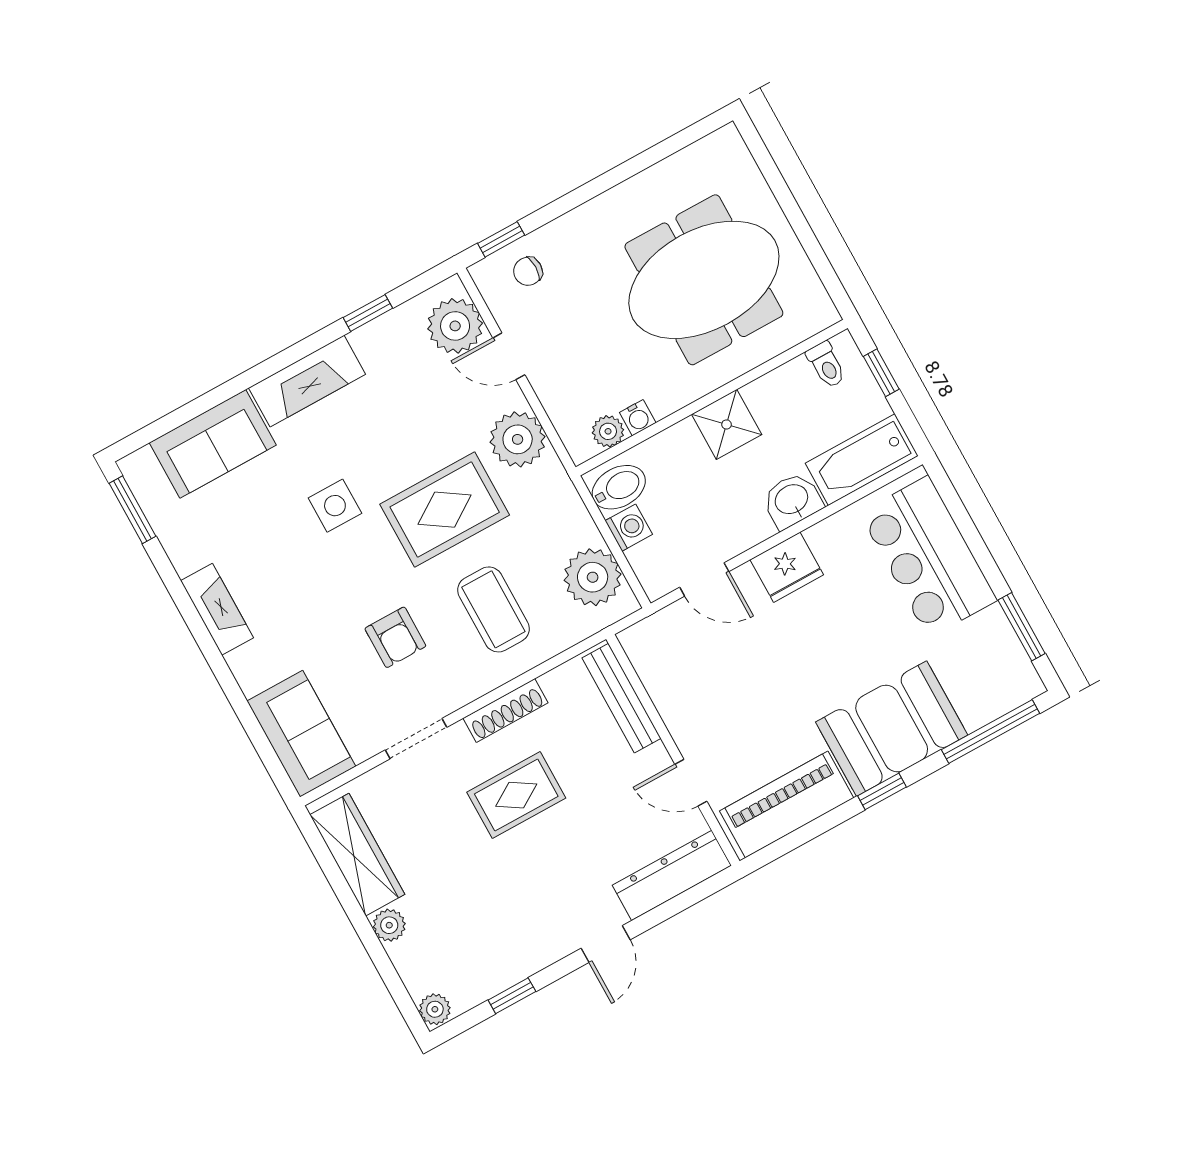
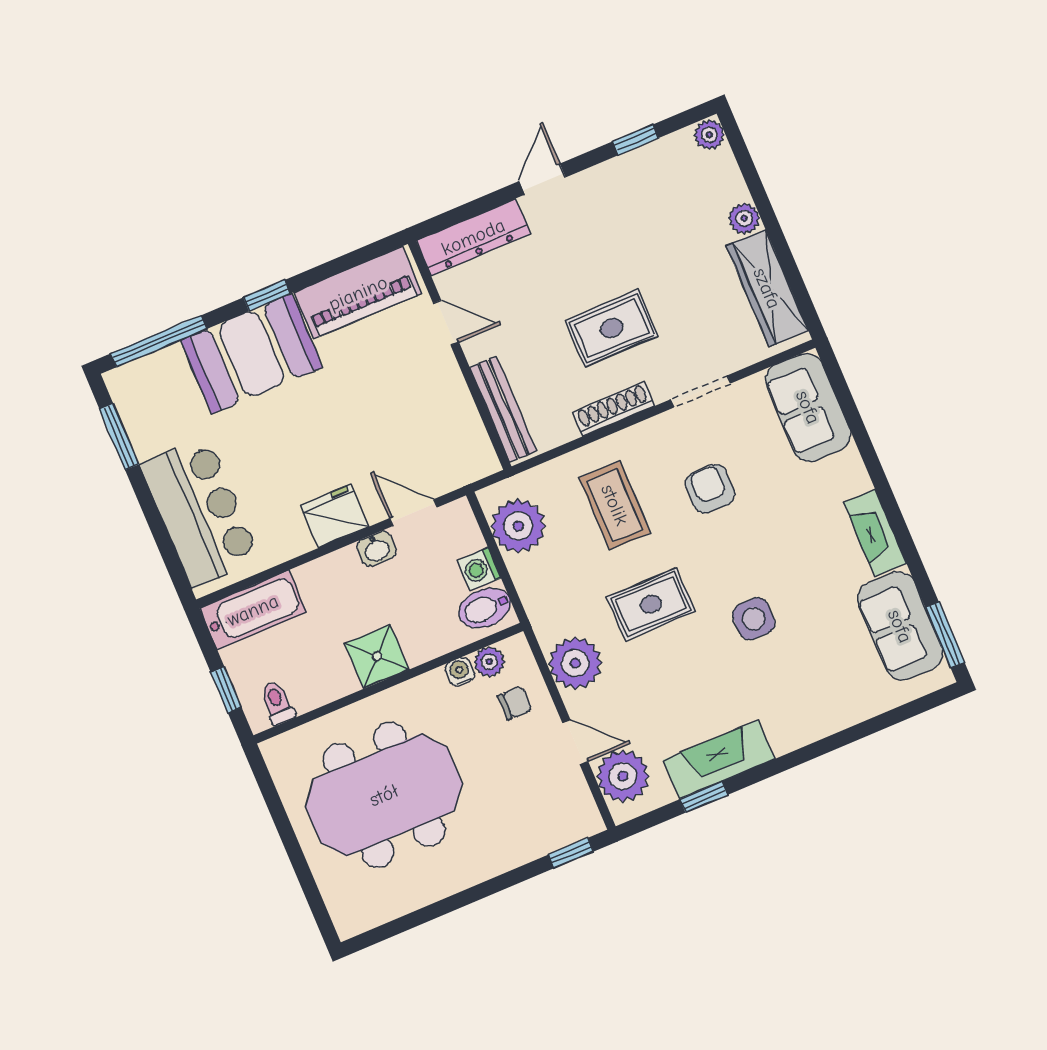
chair: (528, 271) -> (515, 703), moved
fireplace: (307, 381) -> (719, 759), moved
sofa: (213, 444) -> (900, 626), moved, turned -90
washbasin: (792, 500) -> (377, 549), moved, width x0.72, depth x0.69
rug: (445, 510) -> (651, 604), width x0.73, depth x0.70

